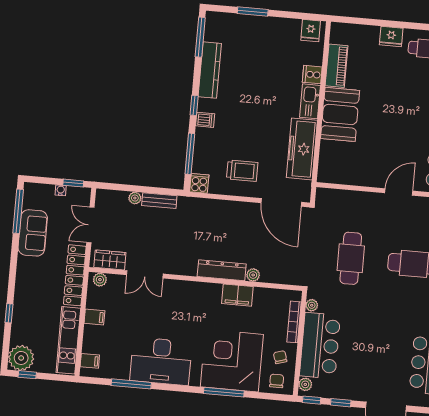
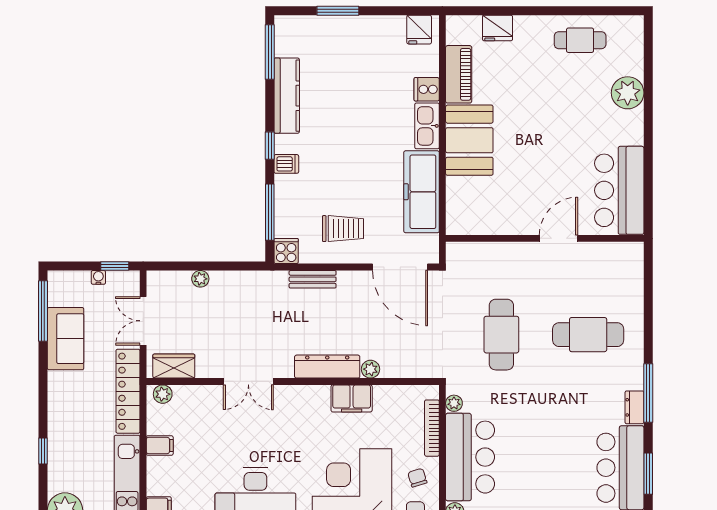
fridge: (391, 37) -> (498, 28), moved
bench: (159, 201) -> (313, 279), moved
double door: (145, 274) -> (248, 381), moved

